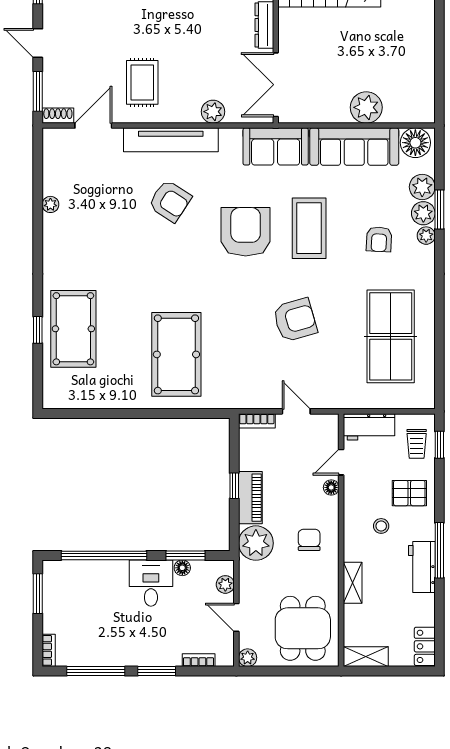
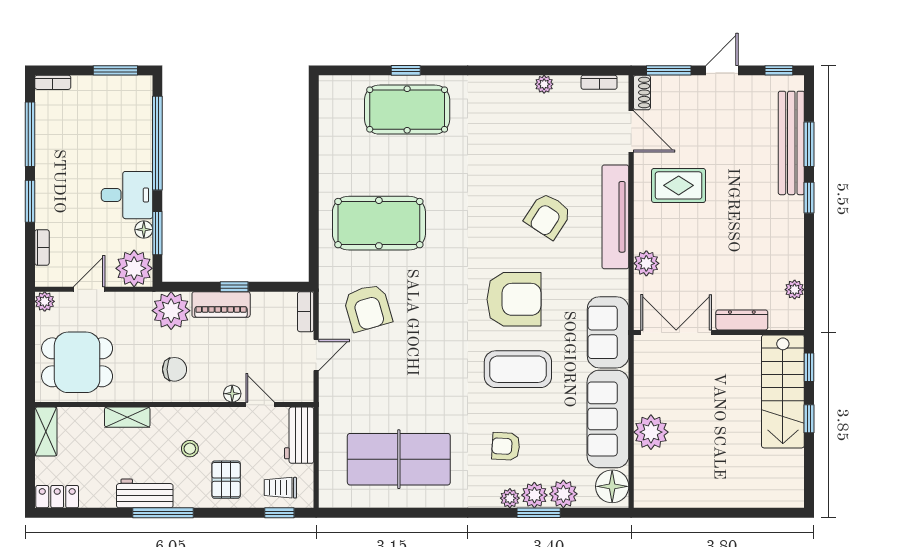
bookcase: (49, 155) -> (599, 82), added
armchair: (295, 320) -> (368, 308), moved
plant: (225, 584) -> (134, 268), width x1.87, depth x1.87

